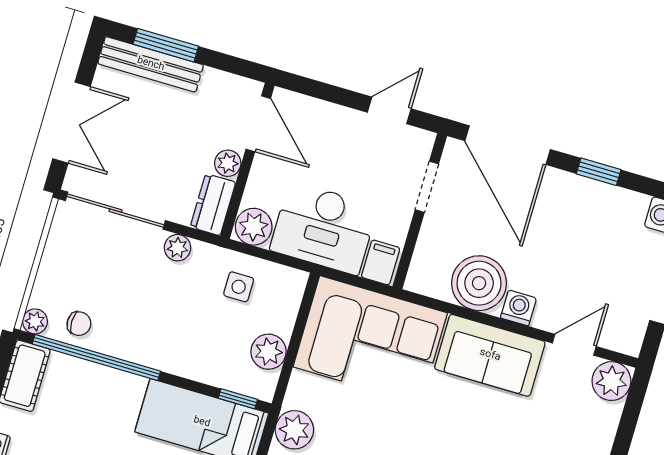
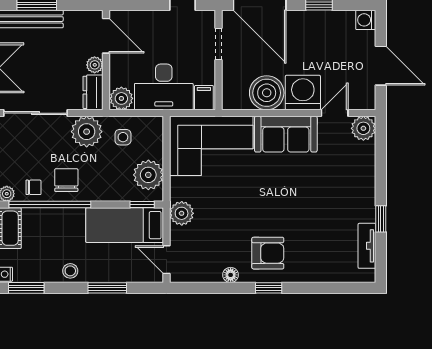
plant: (177, 248) -> (87, 132), width x1.88, depth x1.88
washing machine: (518, 308) -> (303, 93), width x1.89, depth x1.89
chair: (132, 327) -> (66, 180), added
plant: (269, 352) -> (148, 175), width x1.36, depth x1.36

